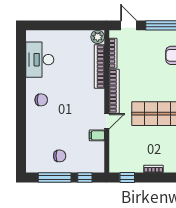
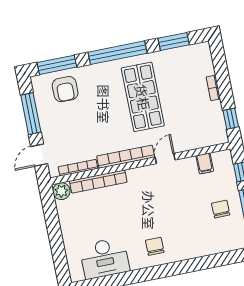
door: (107, 121) -> (165, 158), hinge flipped
filing cabinet: (97, 135) -> (205, 163), moved

